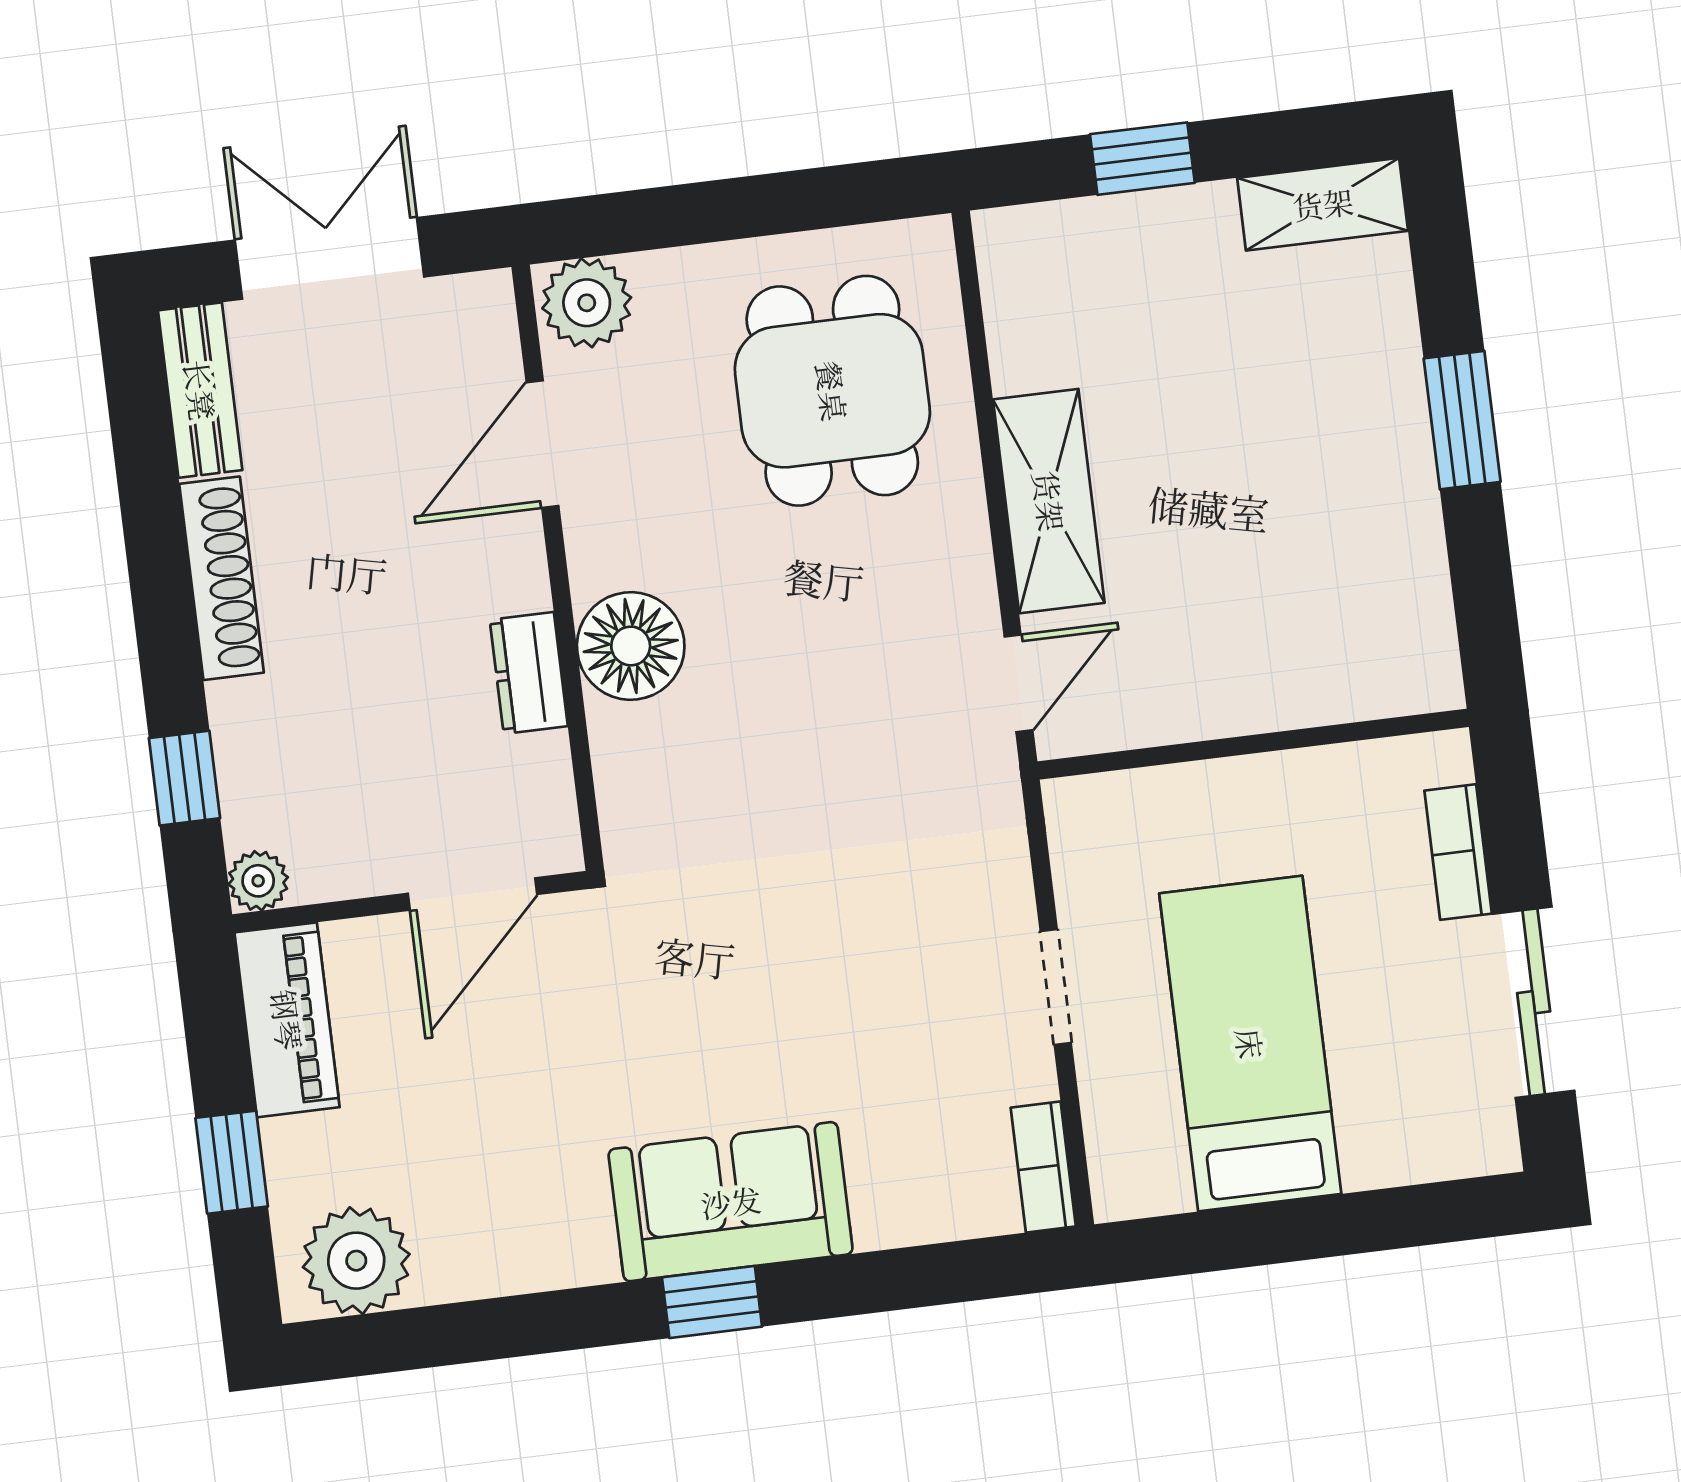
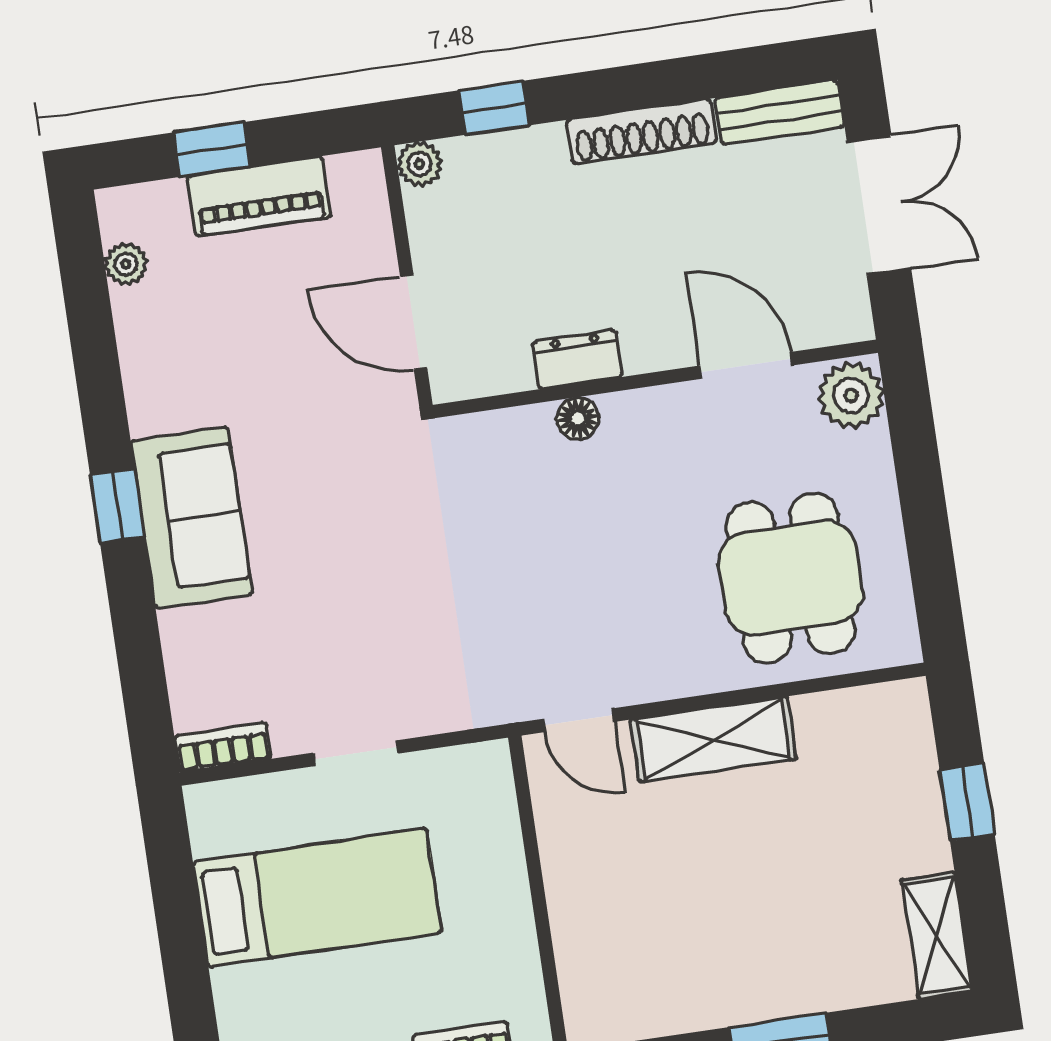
dining table: (832, 391) -> (791, 578), turned 90
floor lamp: (631, 646) -> (578, 418), width x0.53, depth x0.53
piano: (287, 1020) -> (259, 196), moved
plant: (356, 1261) -> (126, 264), width x0.53, depth x0.53

